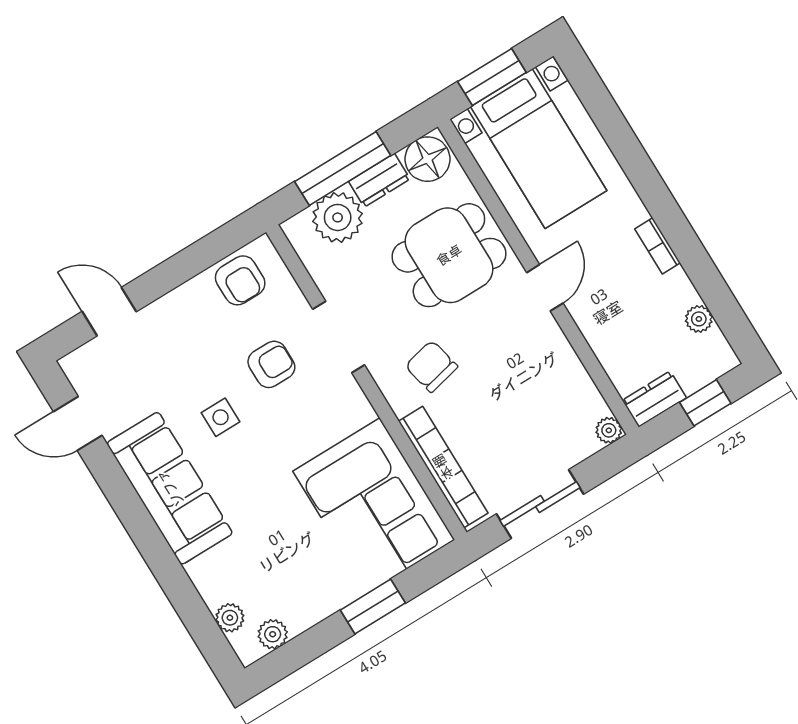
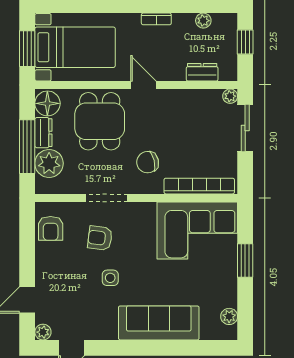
armchair: (240, 280) -> (51, 228), turned 90
armchair: (271, 364) -> (100, 238), turned -83
dresser: (654, 399) -> (202, 72), moved, turned 90
sofa: (170, 488) -> (159, 323), moved
sliding door: (540, 504) -> (245, 128), moved
plant: (230, 618) -> (43, 332), moved

